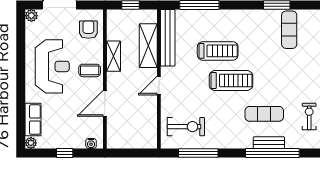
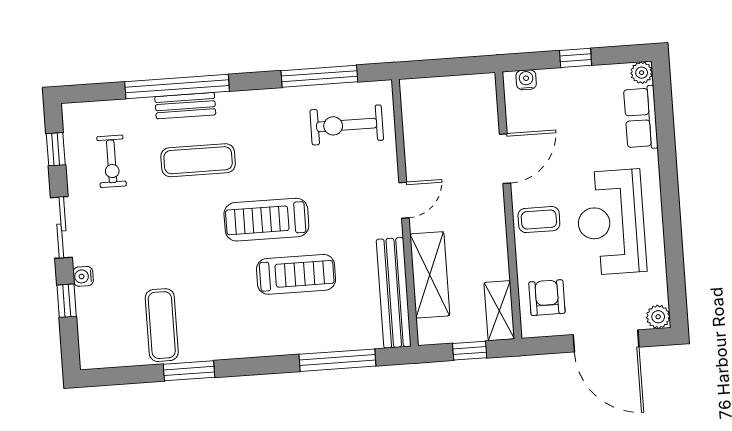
armchair: (88, 30) -> (547, 298), turned 180
treadmill: (218, 51) -> (296, 274), turned 180
shelving: (114, 56) -> (499, 311), moved

